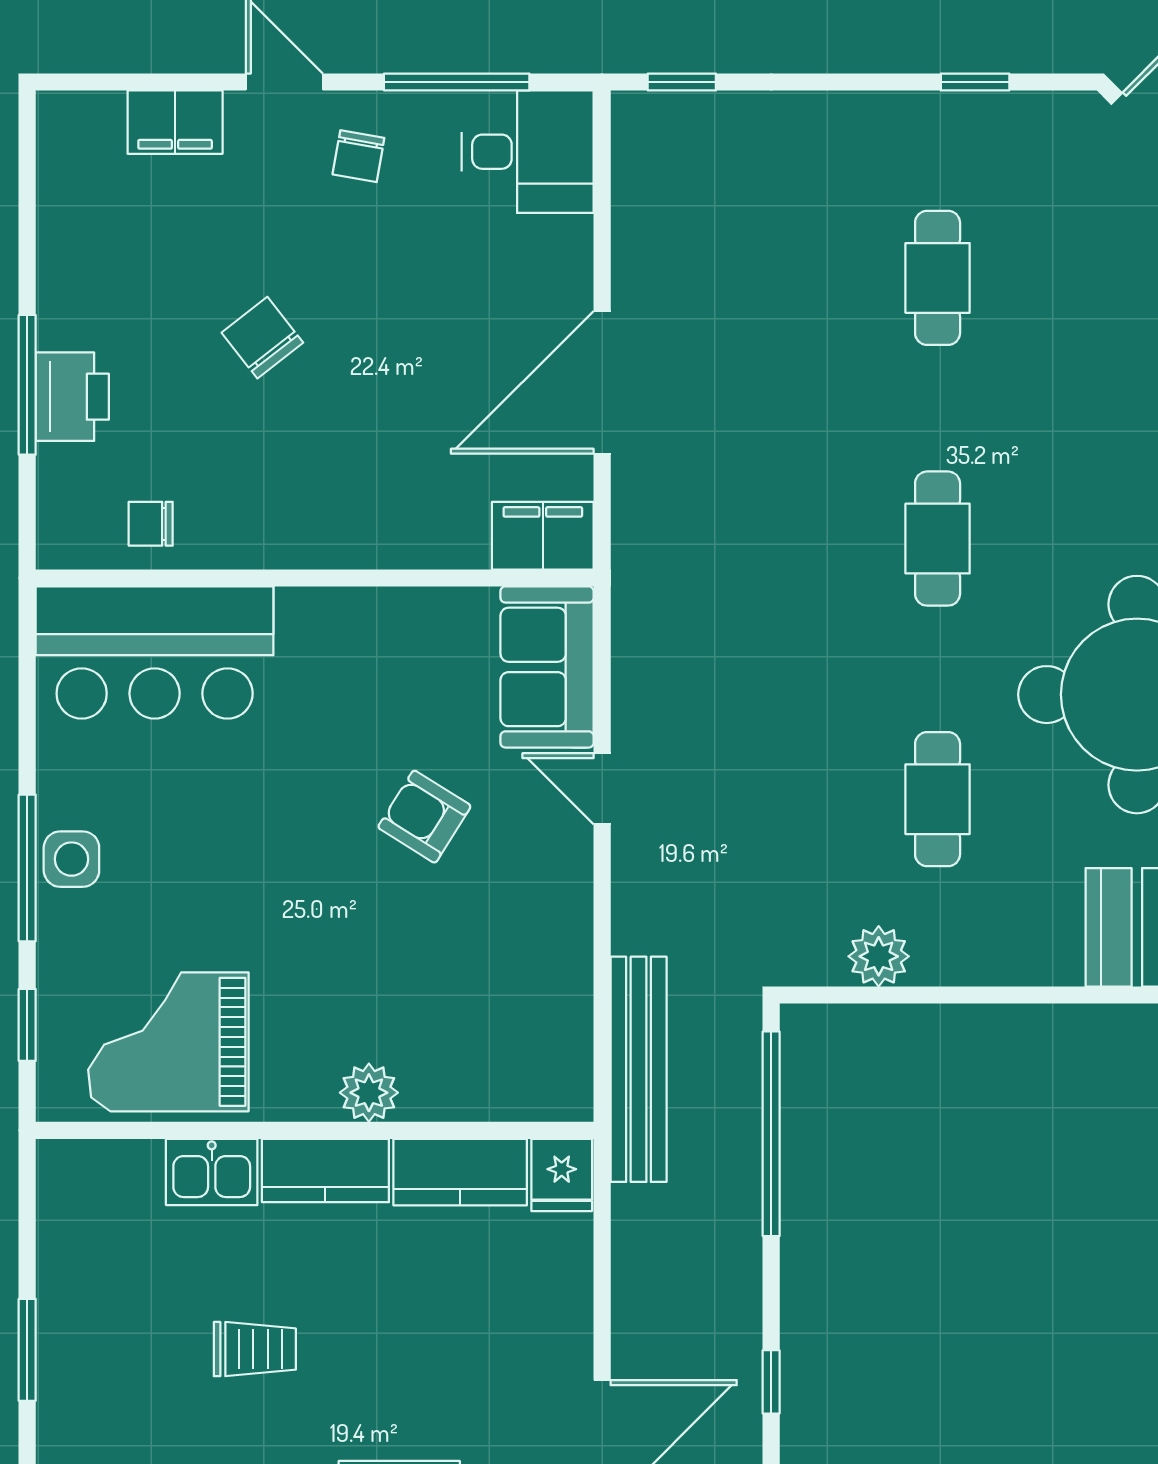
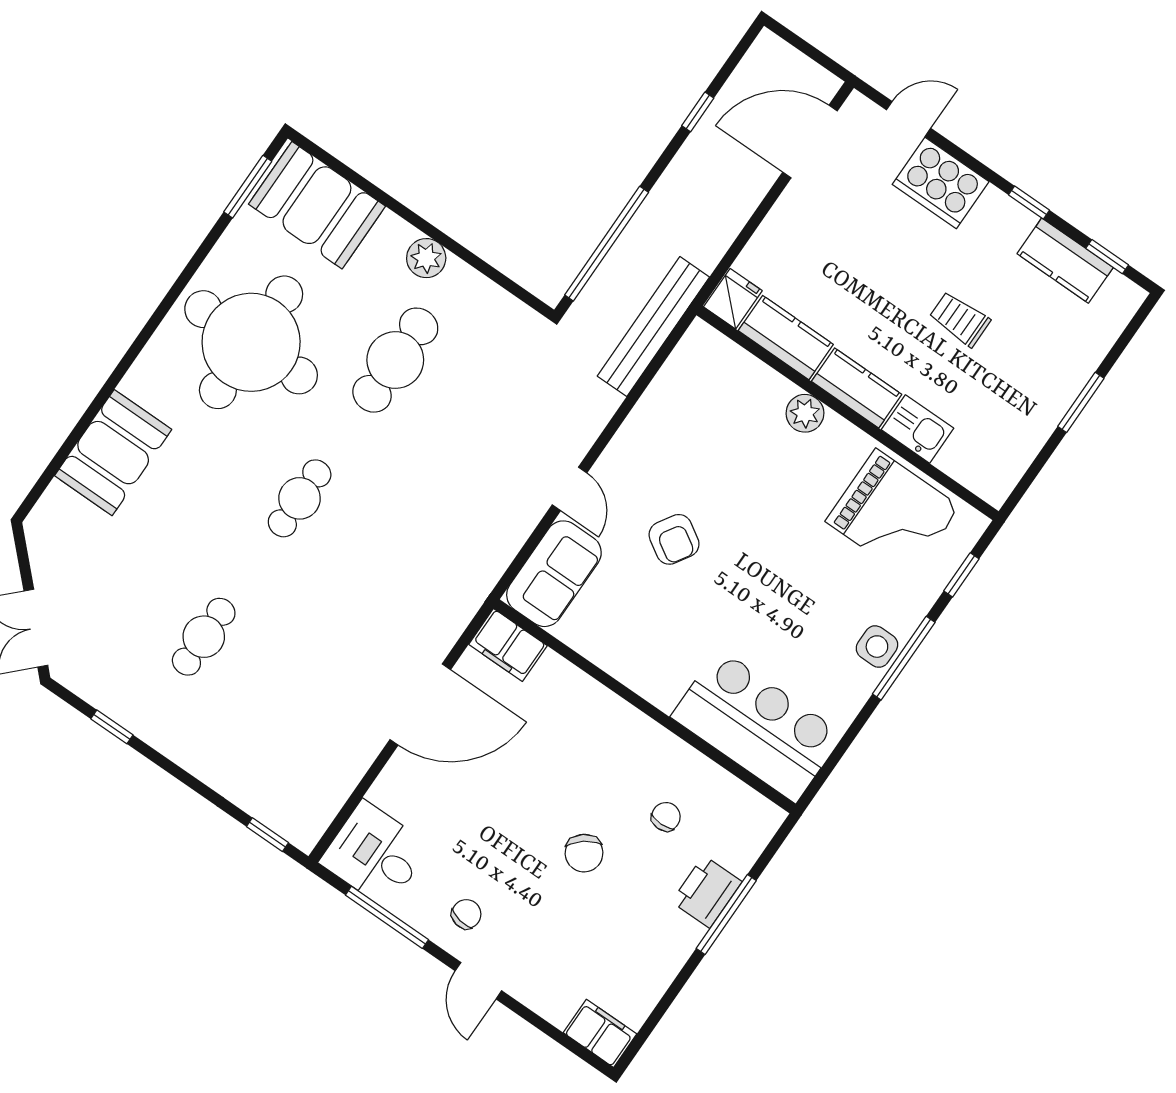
filing cabinet: (175, 122) -> (600, 1033), moved
chair: (151, 524) -> (666, 817), moved, turned -90
cafe table: (938, 799) -> (395, 360), width x1.37, depth x1.35
plant: (879, 956) -> (426, 258), moved

